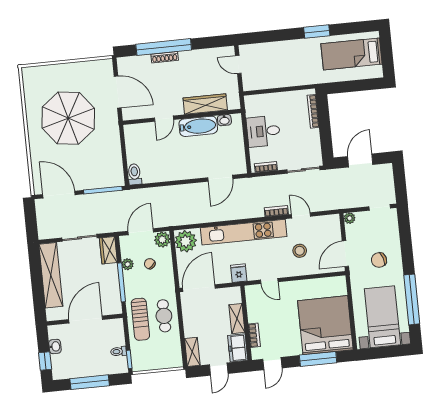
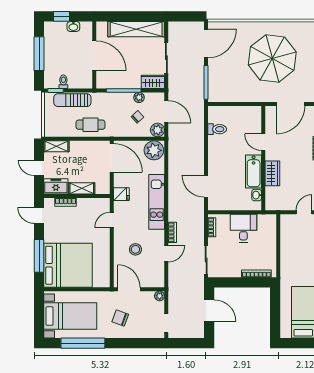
wardrobe: (205, 104) -> (272, 173), width x0.67
toilet: (135, 174) -> (217, 129), moved
kitchen unit: (244, 232) -> (157, 202), width x0.73
chair: (379, 260) -> (120, 318), turned -53
sun lounger: (140, 319) -> (72, 100), moved

